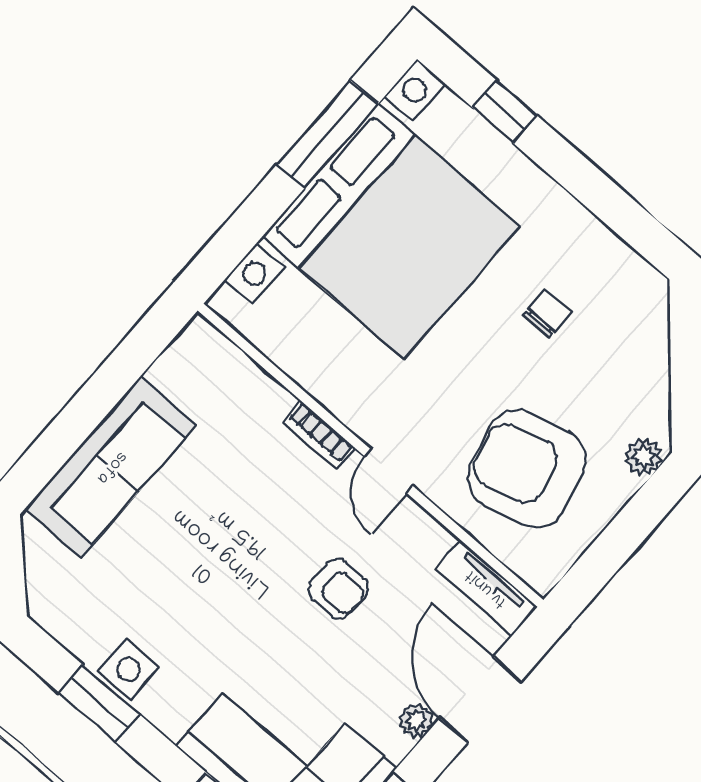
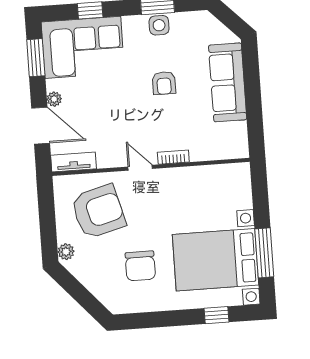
bed with nightstands: (391, 231) -> (215, 260), width x0.73
chair: (547, 314) -> (140, 266), width x1.87, depth x1.87
armchair: (338, 589) -> (164, 83), moved, turned -90

